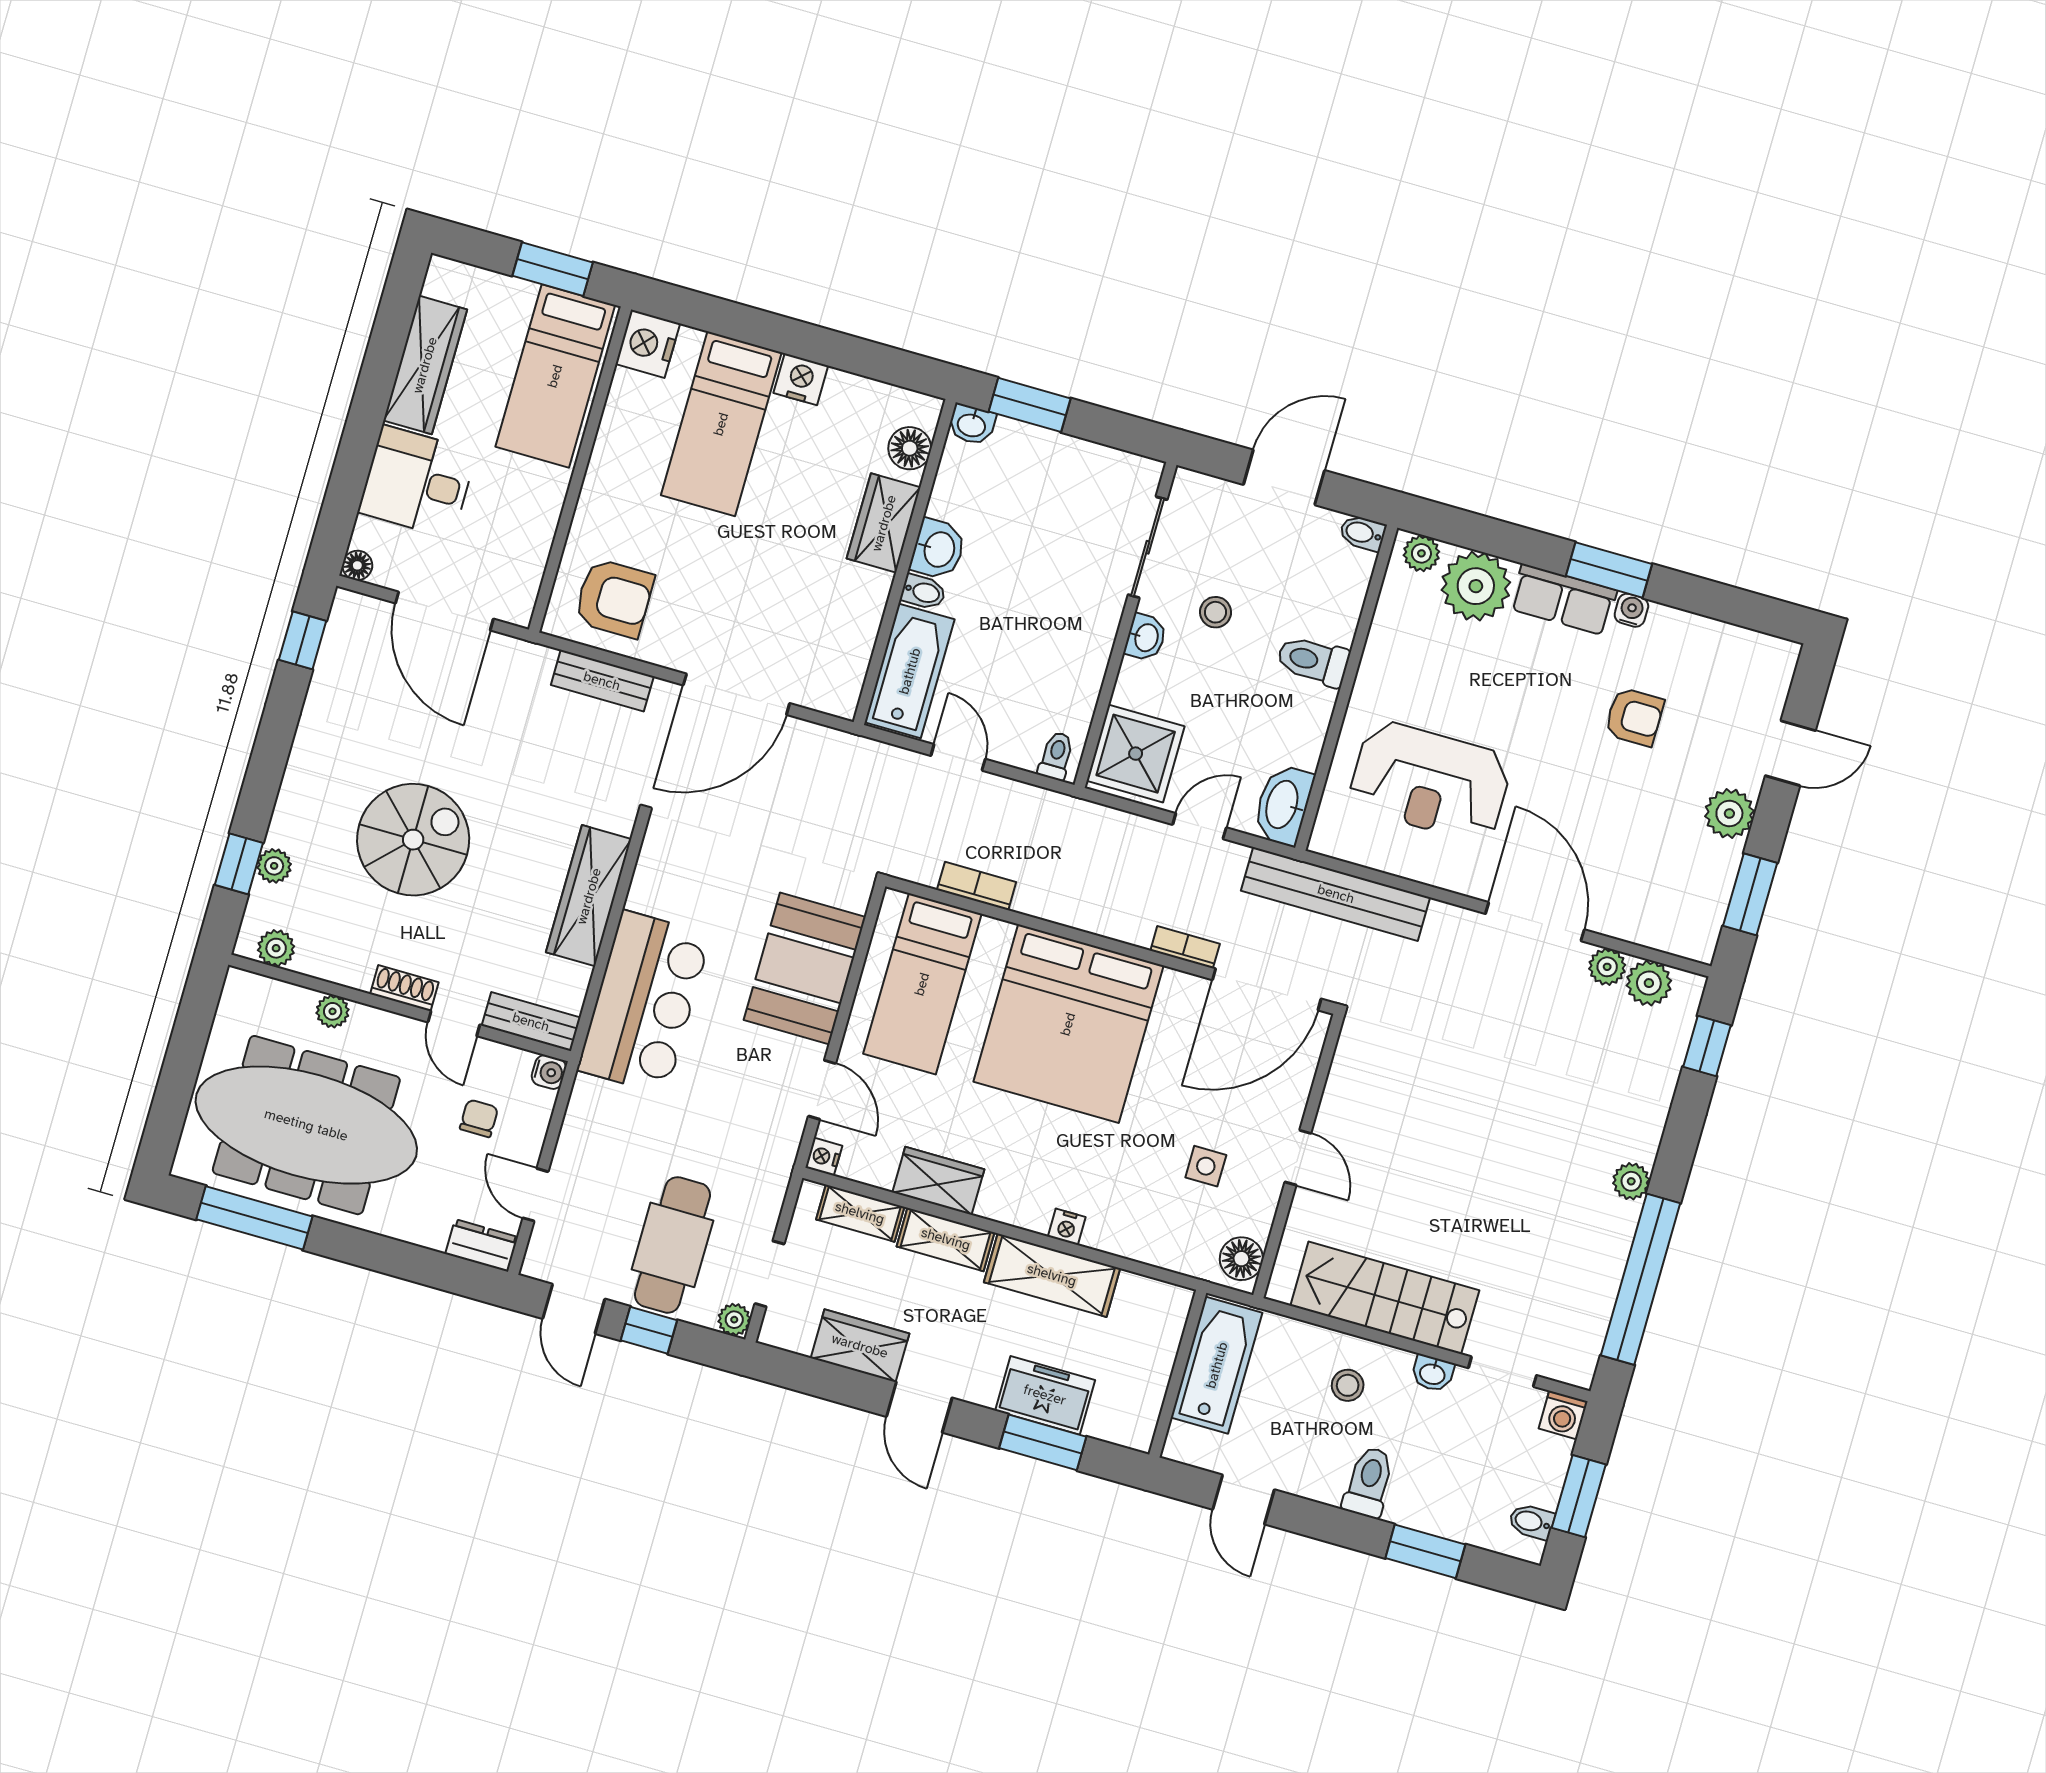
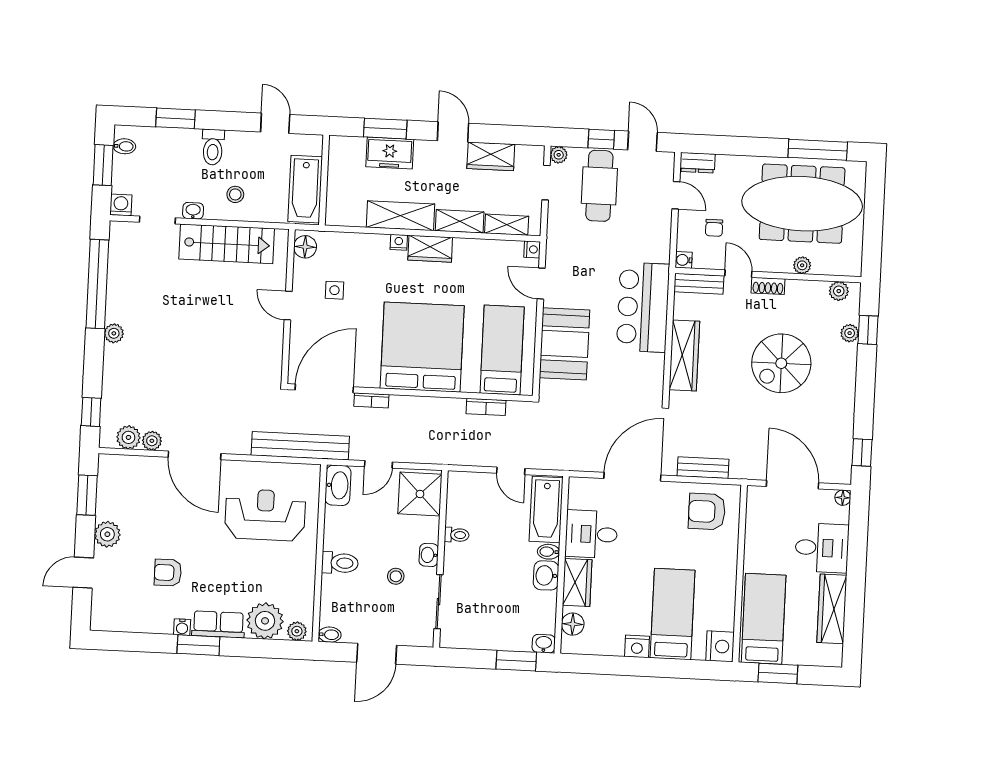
desk: (837, 606) -> (591, 534), added
toilet: (1056, 756) -> (457, 535), moved, turned -90
wardrobe: (938, 1181) -> (430, 249), moved

